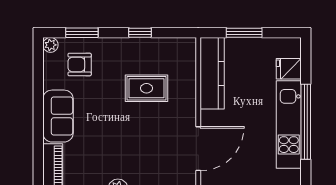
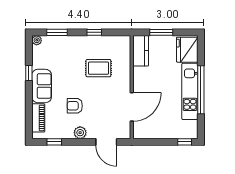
armchair: (80, 65) -> (75, 106), moved
fridge: (289, 69) -> (187, 50), width x1.88, depth x1.34
kitchen counter: (212, 73) -> (141, 51), width x0.67
window: (38, 96) -> (29, 73), added

